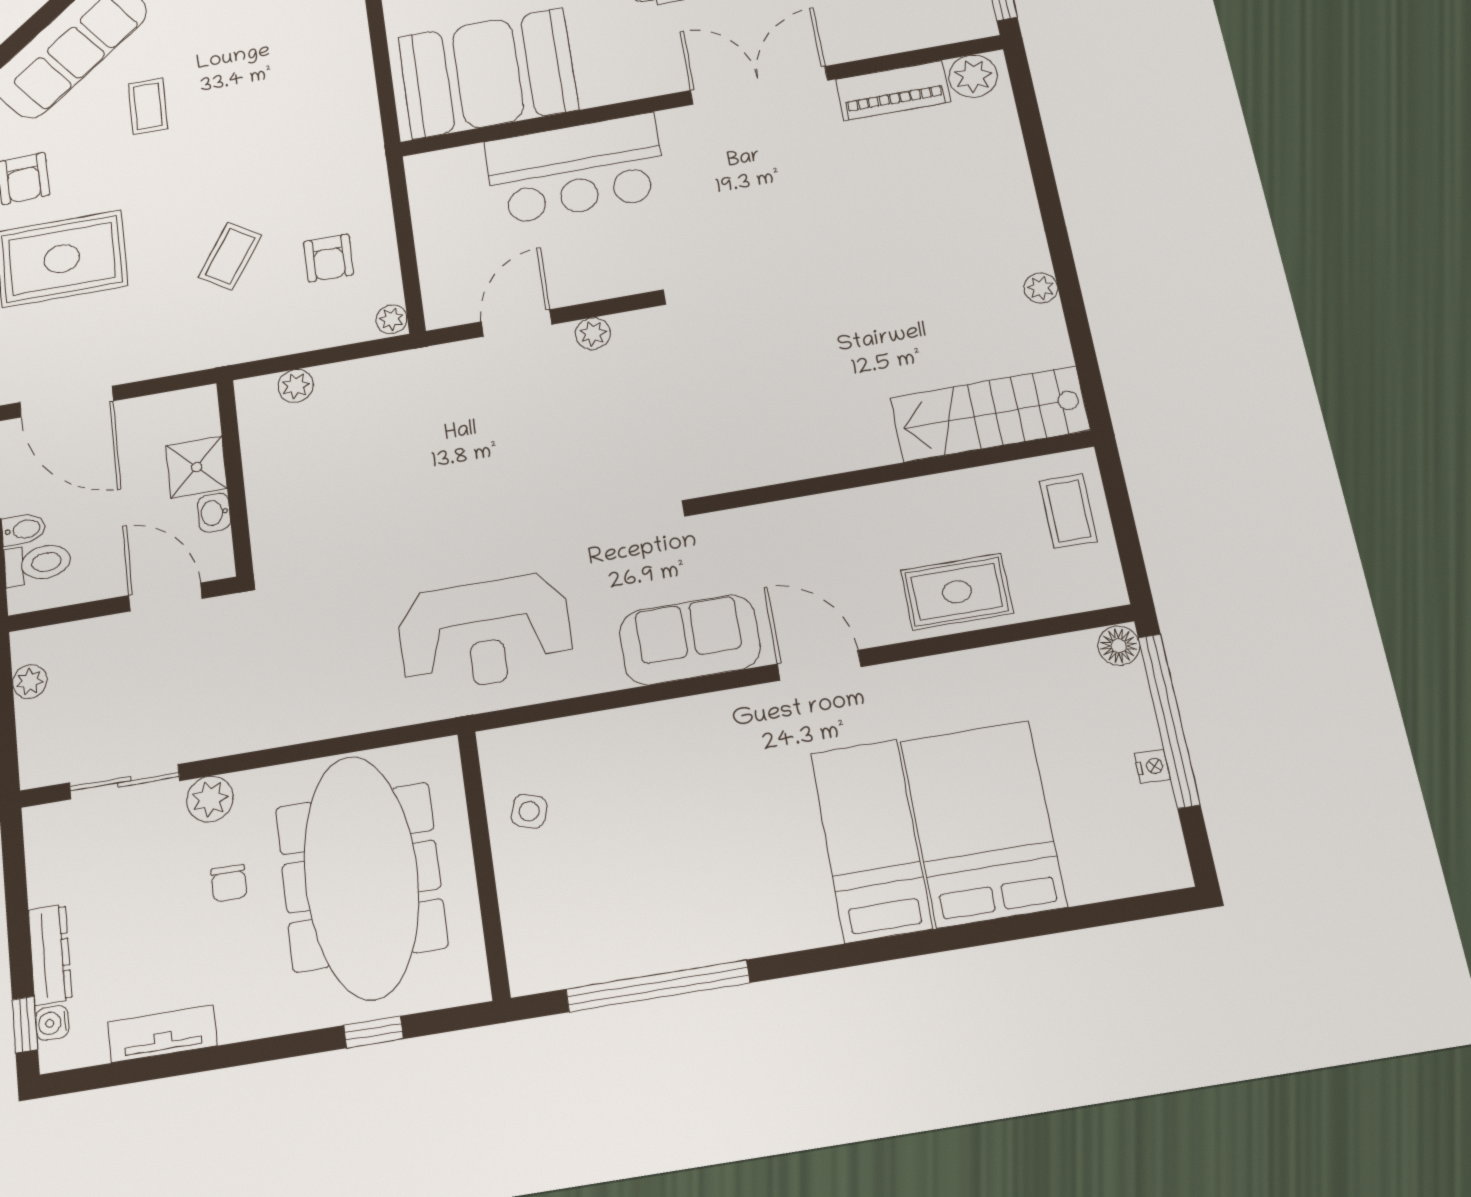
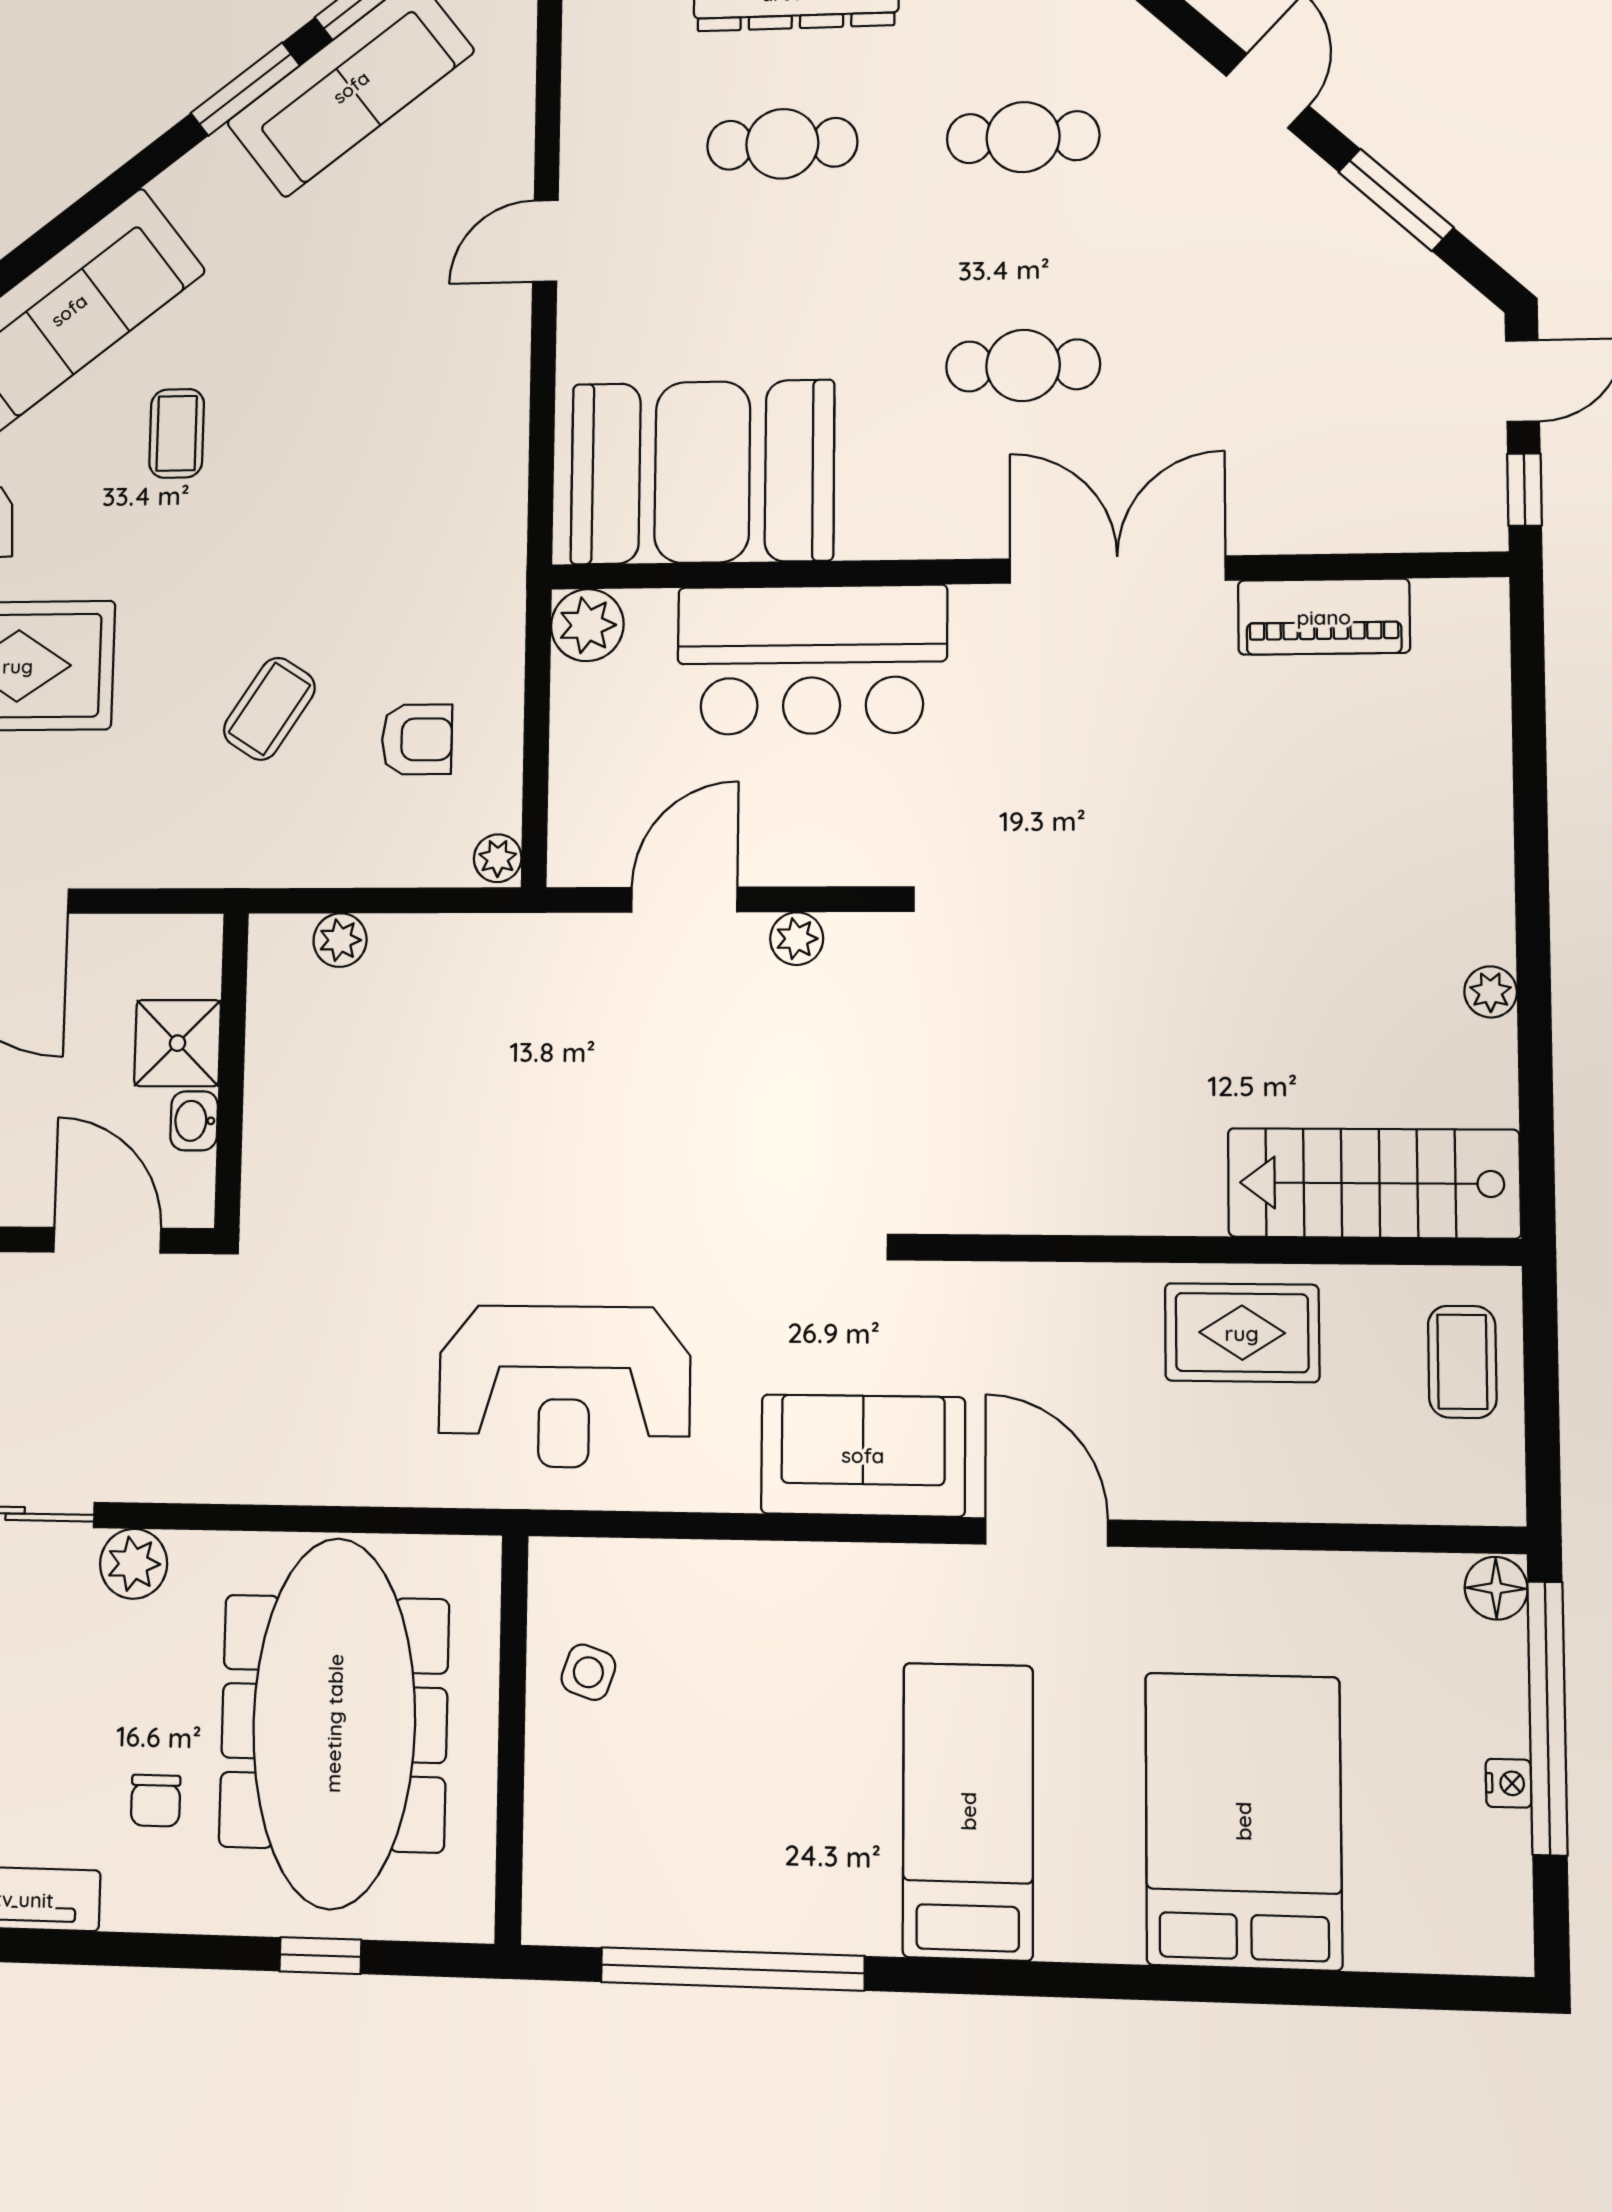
plant: (973, 76) -> (587, 625), moved
armchair: (329, 258) -> (417, 739), turned -90
rug: (957, 592) -> (1242, 1333), moved
bed: (871, 840) -> (968, 1811), moved
chair: (229, 883) -> (156, 1801), moved

